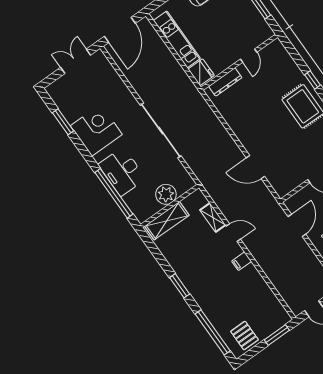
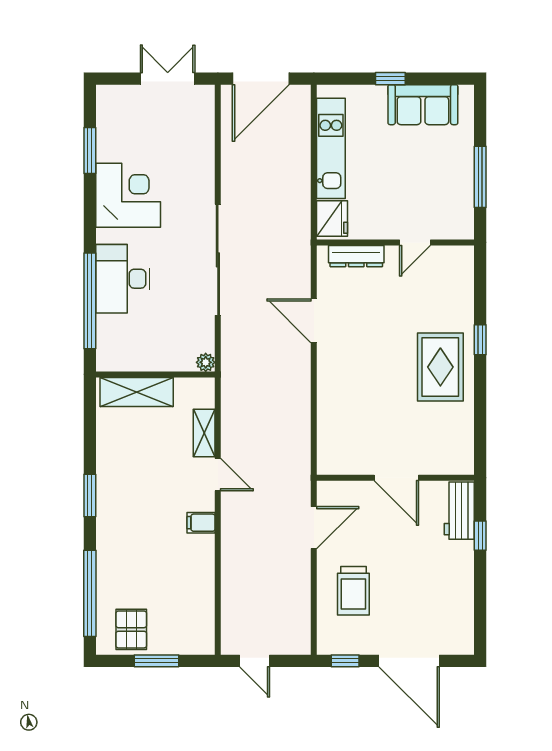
door: (255, 167) -> (314, 321), moved
plant: (166, 194) -> (206, 362), moved, width x0.53, depth x0.53
window: (277, 335) -> (156, 661), moved

